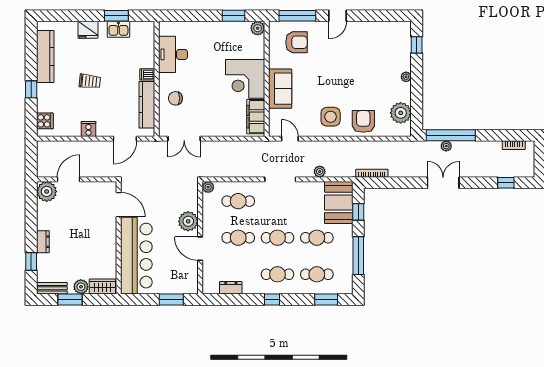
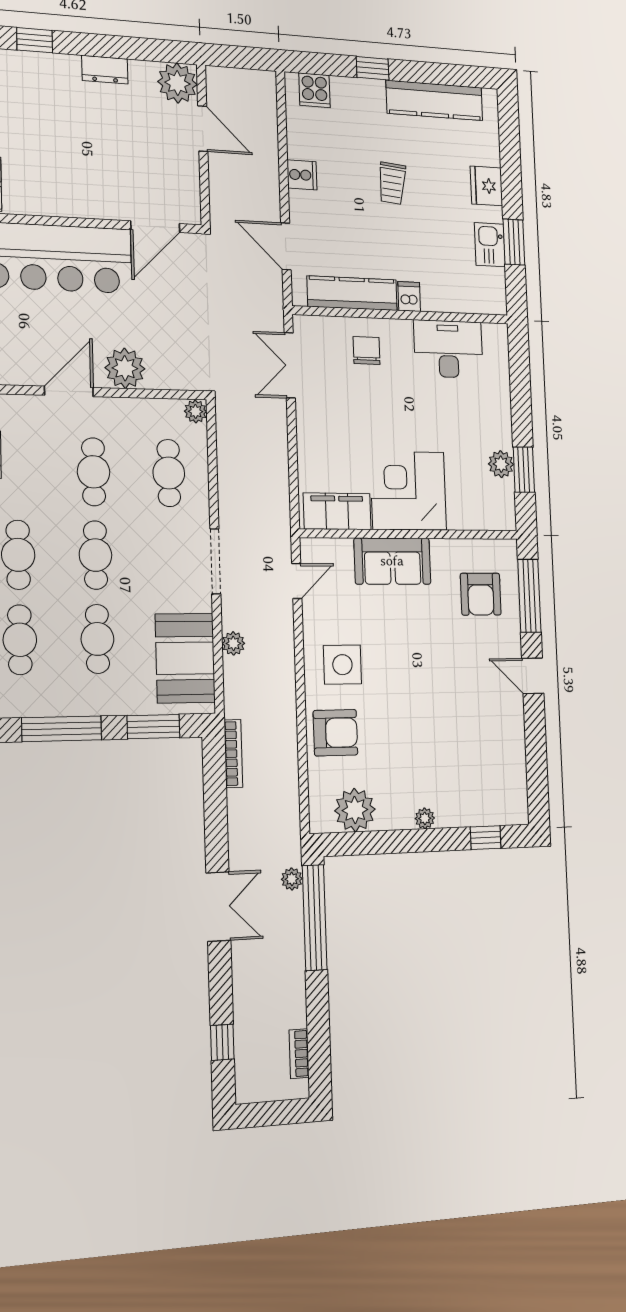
plant: (258, 28) -> (501, 464), moved
plant: (446, 146) -> (292, 879), moved
booth: (339, 202) -> (185, 658), moved, turned 90
window: (358, 212) -> (153, 727), width x1.50
dresser: (43, 242) -> (105, 70), moved

